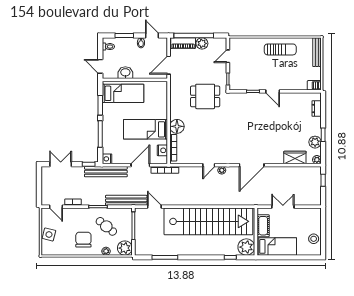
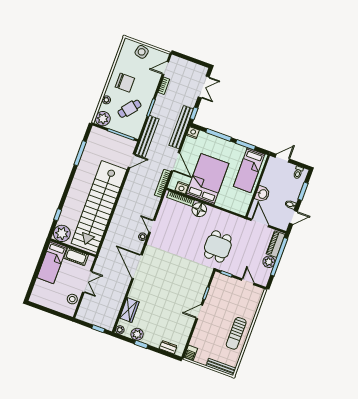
washbasin: (125, 73) -> (262, 194), moved
bed: (145, 129) -> (207, 179), width x1.50
stool: (314, 239) -> (72, 299), moved

